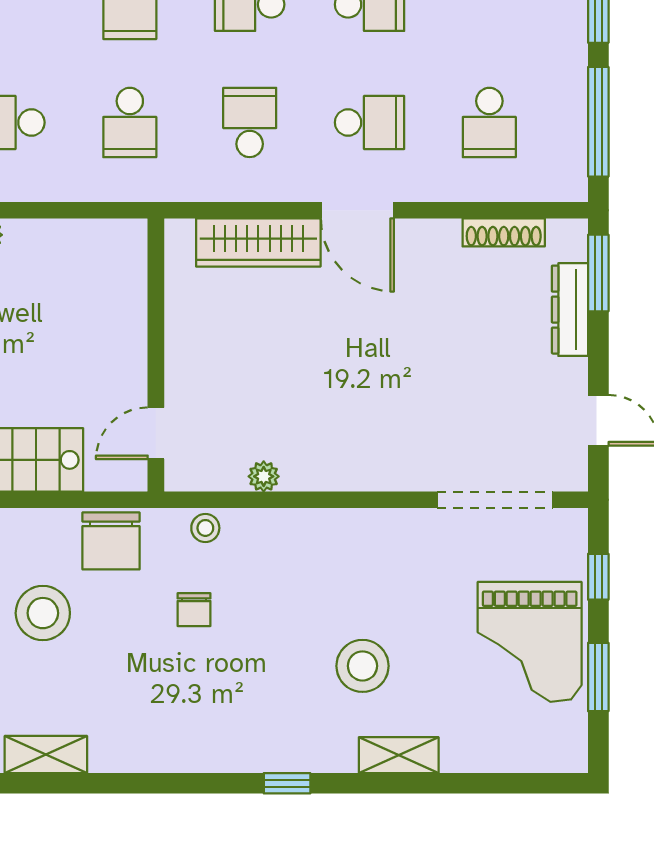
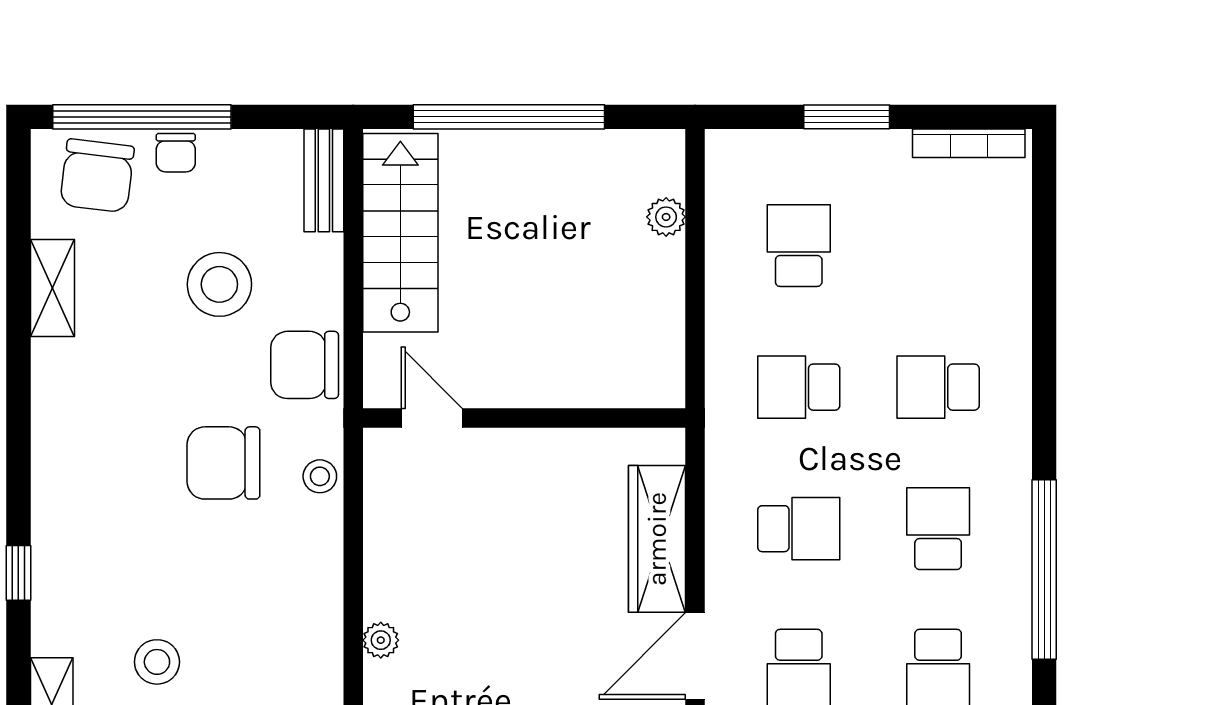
plant: (264, 476) -> (381, 640), moved
chair: (194, 610) -> (223, 463), width x1.87, depth x1.87
stool: (362, 666) -> (157, 662), width x0.73, depth x0.73

